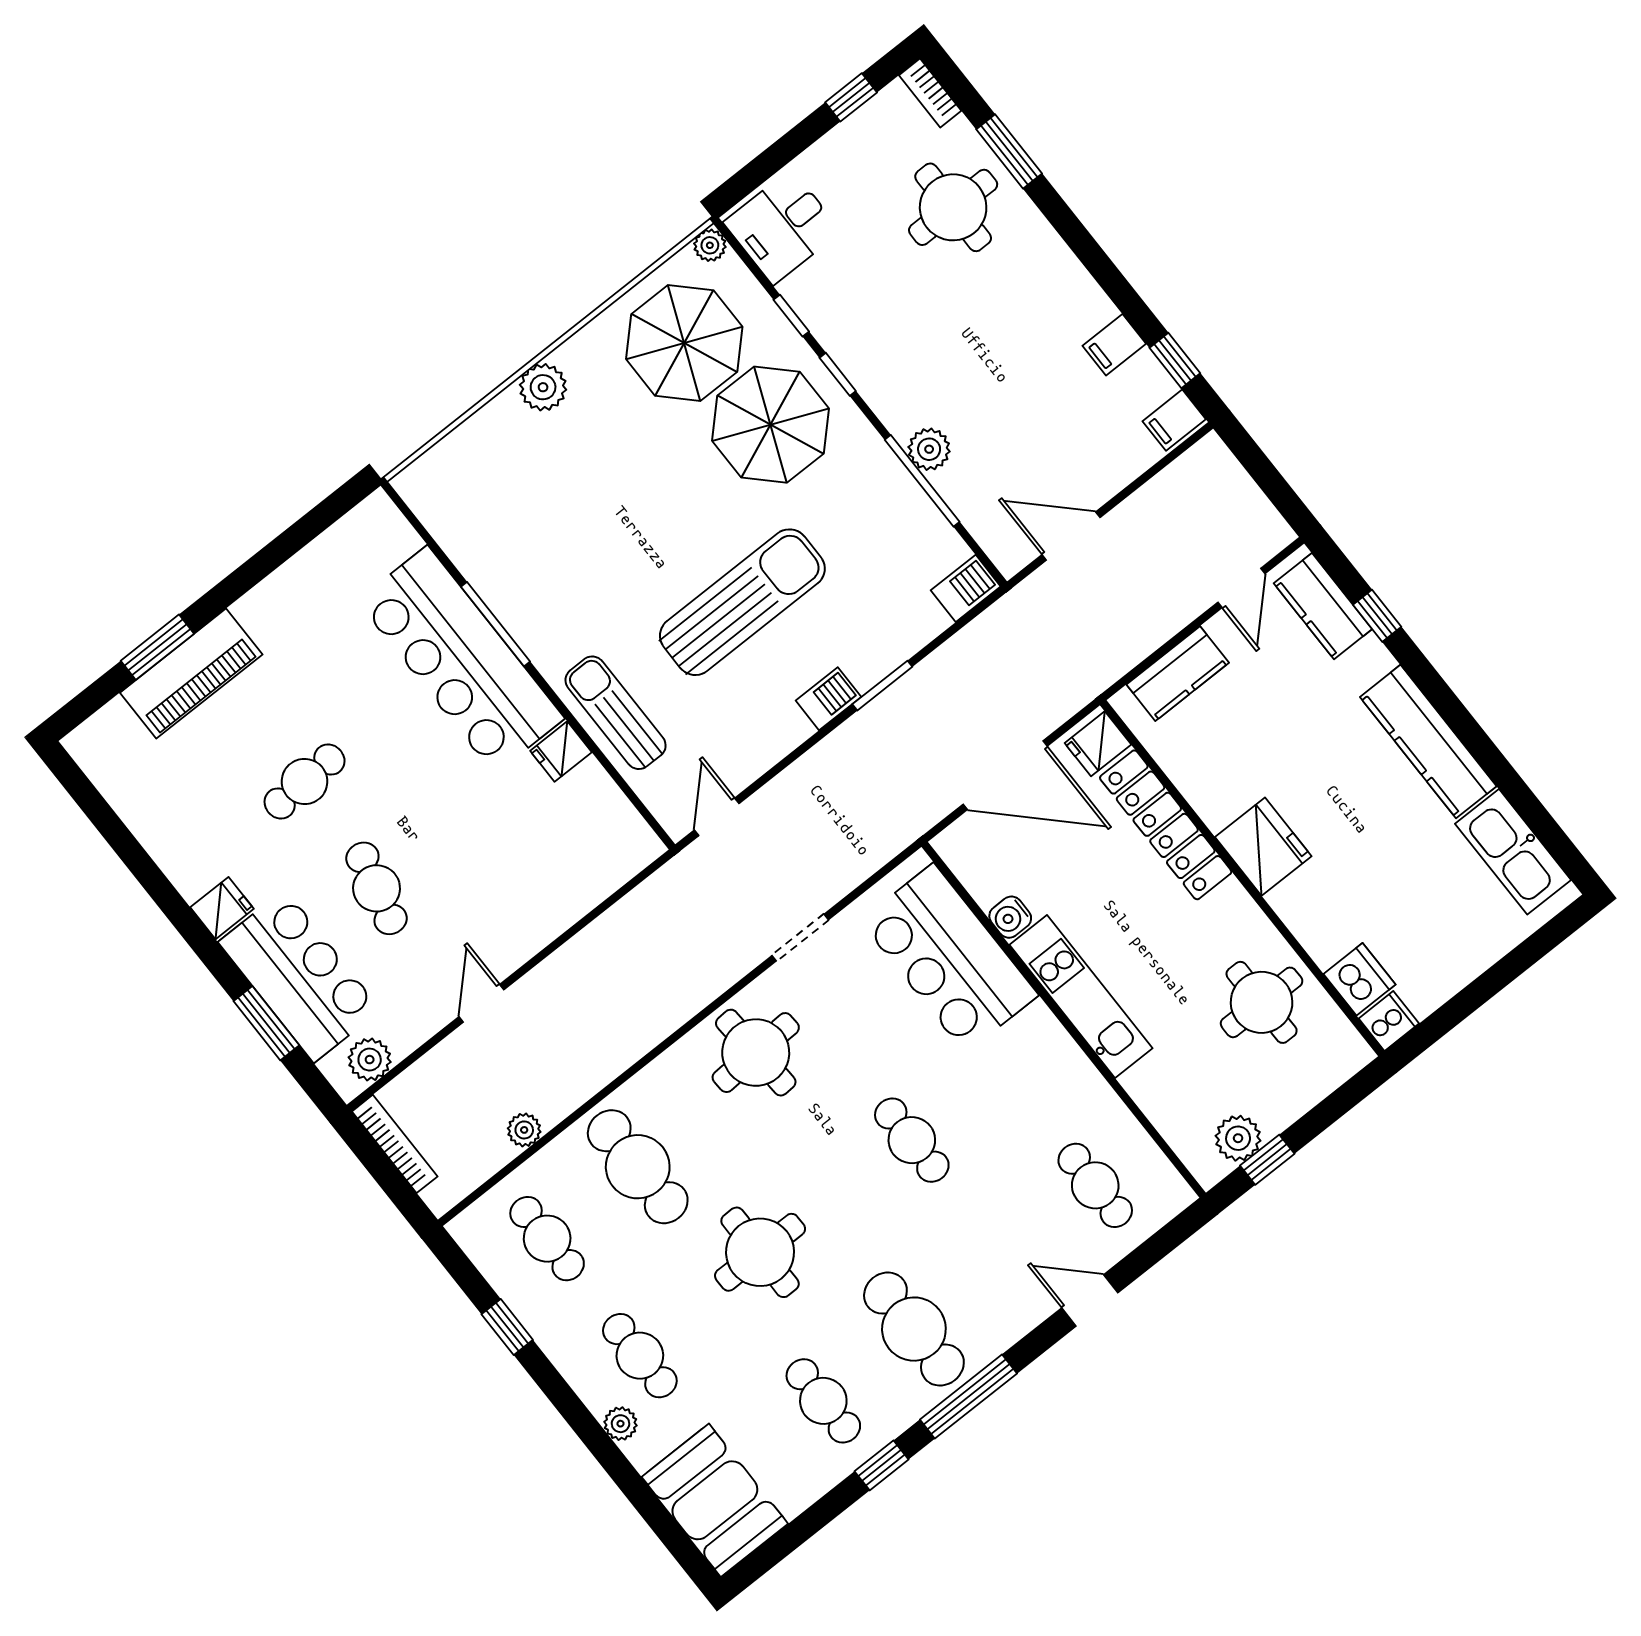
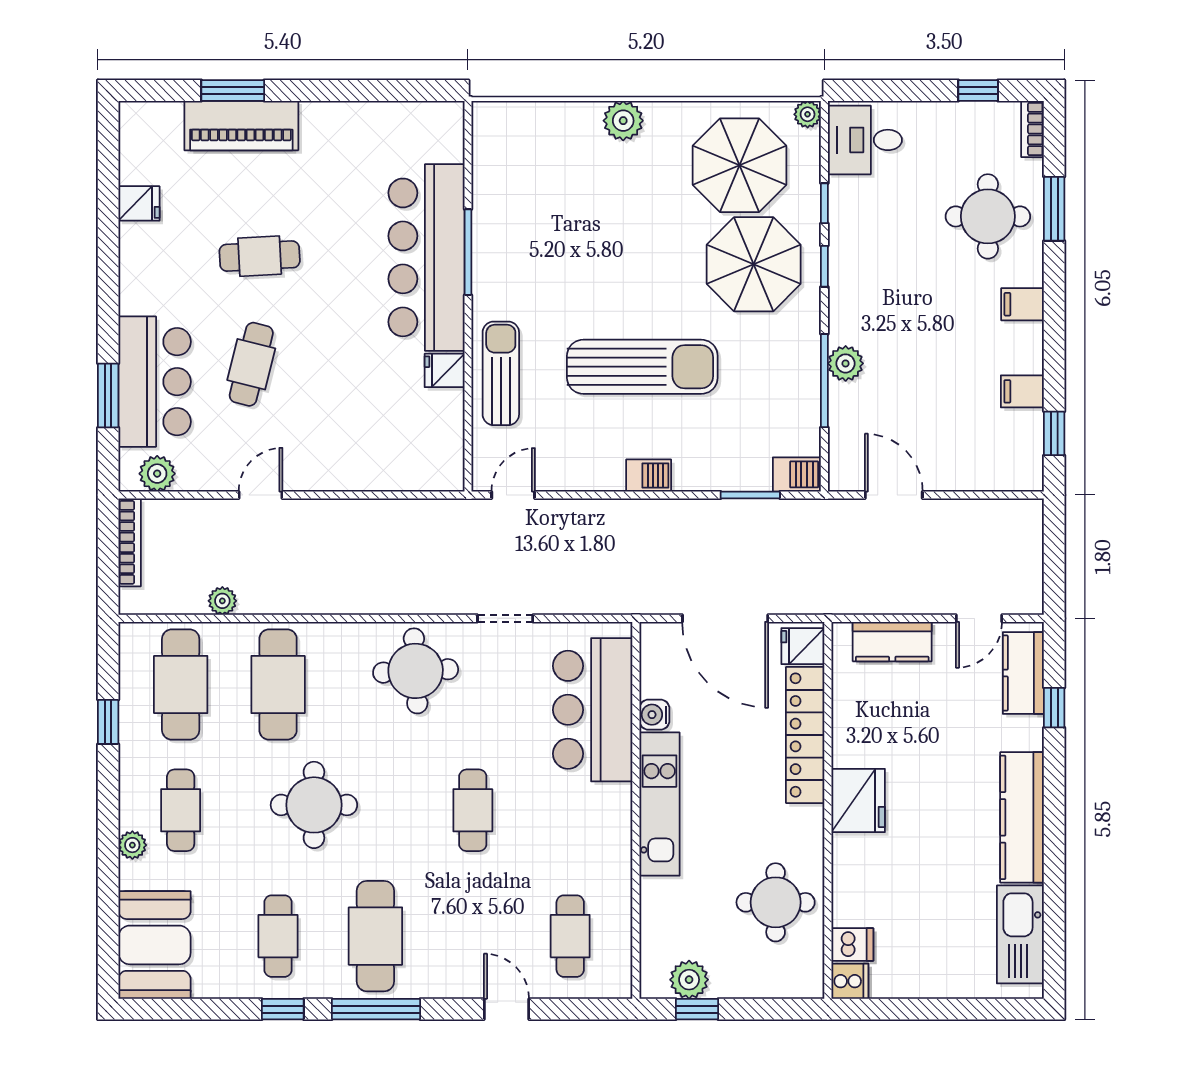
filing cabinet: (1174, 420) -> (1022, 304), moved
window: (882, 686) -> (750, 495), moved
fridge: (222, 908) -> (139, 203), moved
dishwasher: (1360, 979) -> (852, 944), width x0.73
cafe table: (547, 1239) -> (181, 685), width x1.37, depth x1.35

